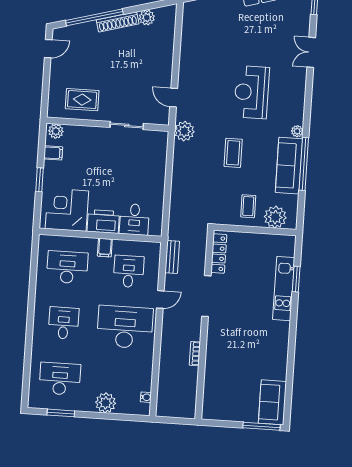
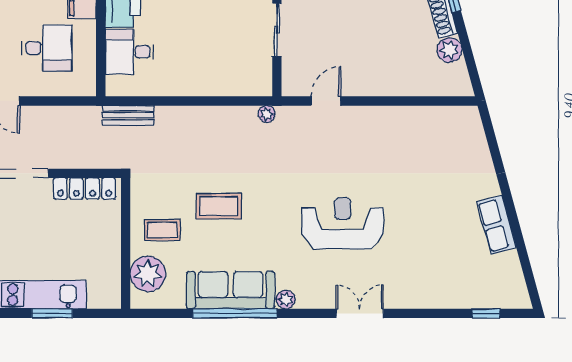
double door: (311, 52) -> (360, 313), moved
plant: (184, 131) -> (267, 114), width x0.53, depth x0.53
coffee table: (233, 153) -> (219, 206), moved
bench: (172, 257) -> (128, 115), moved

